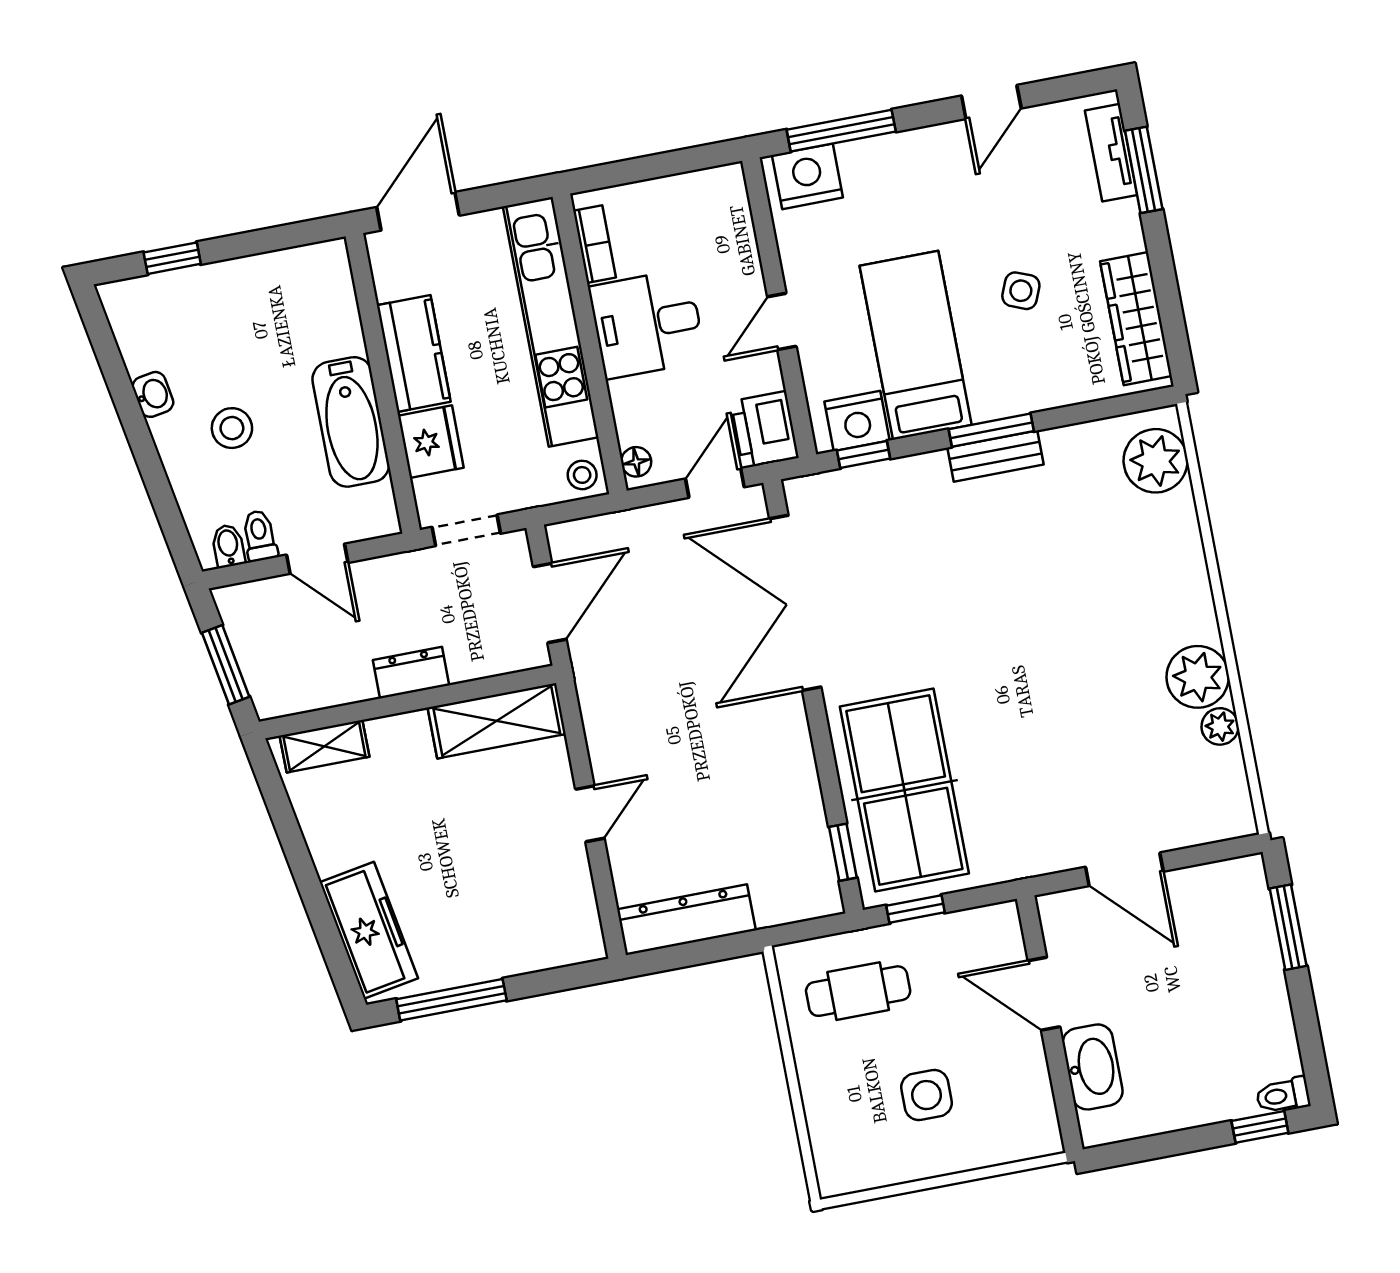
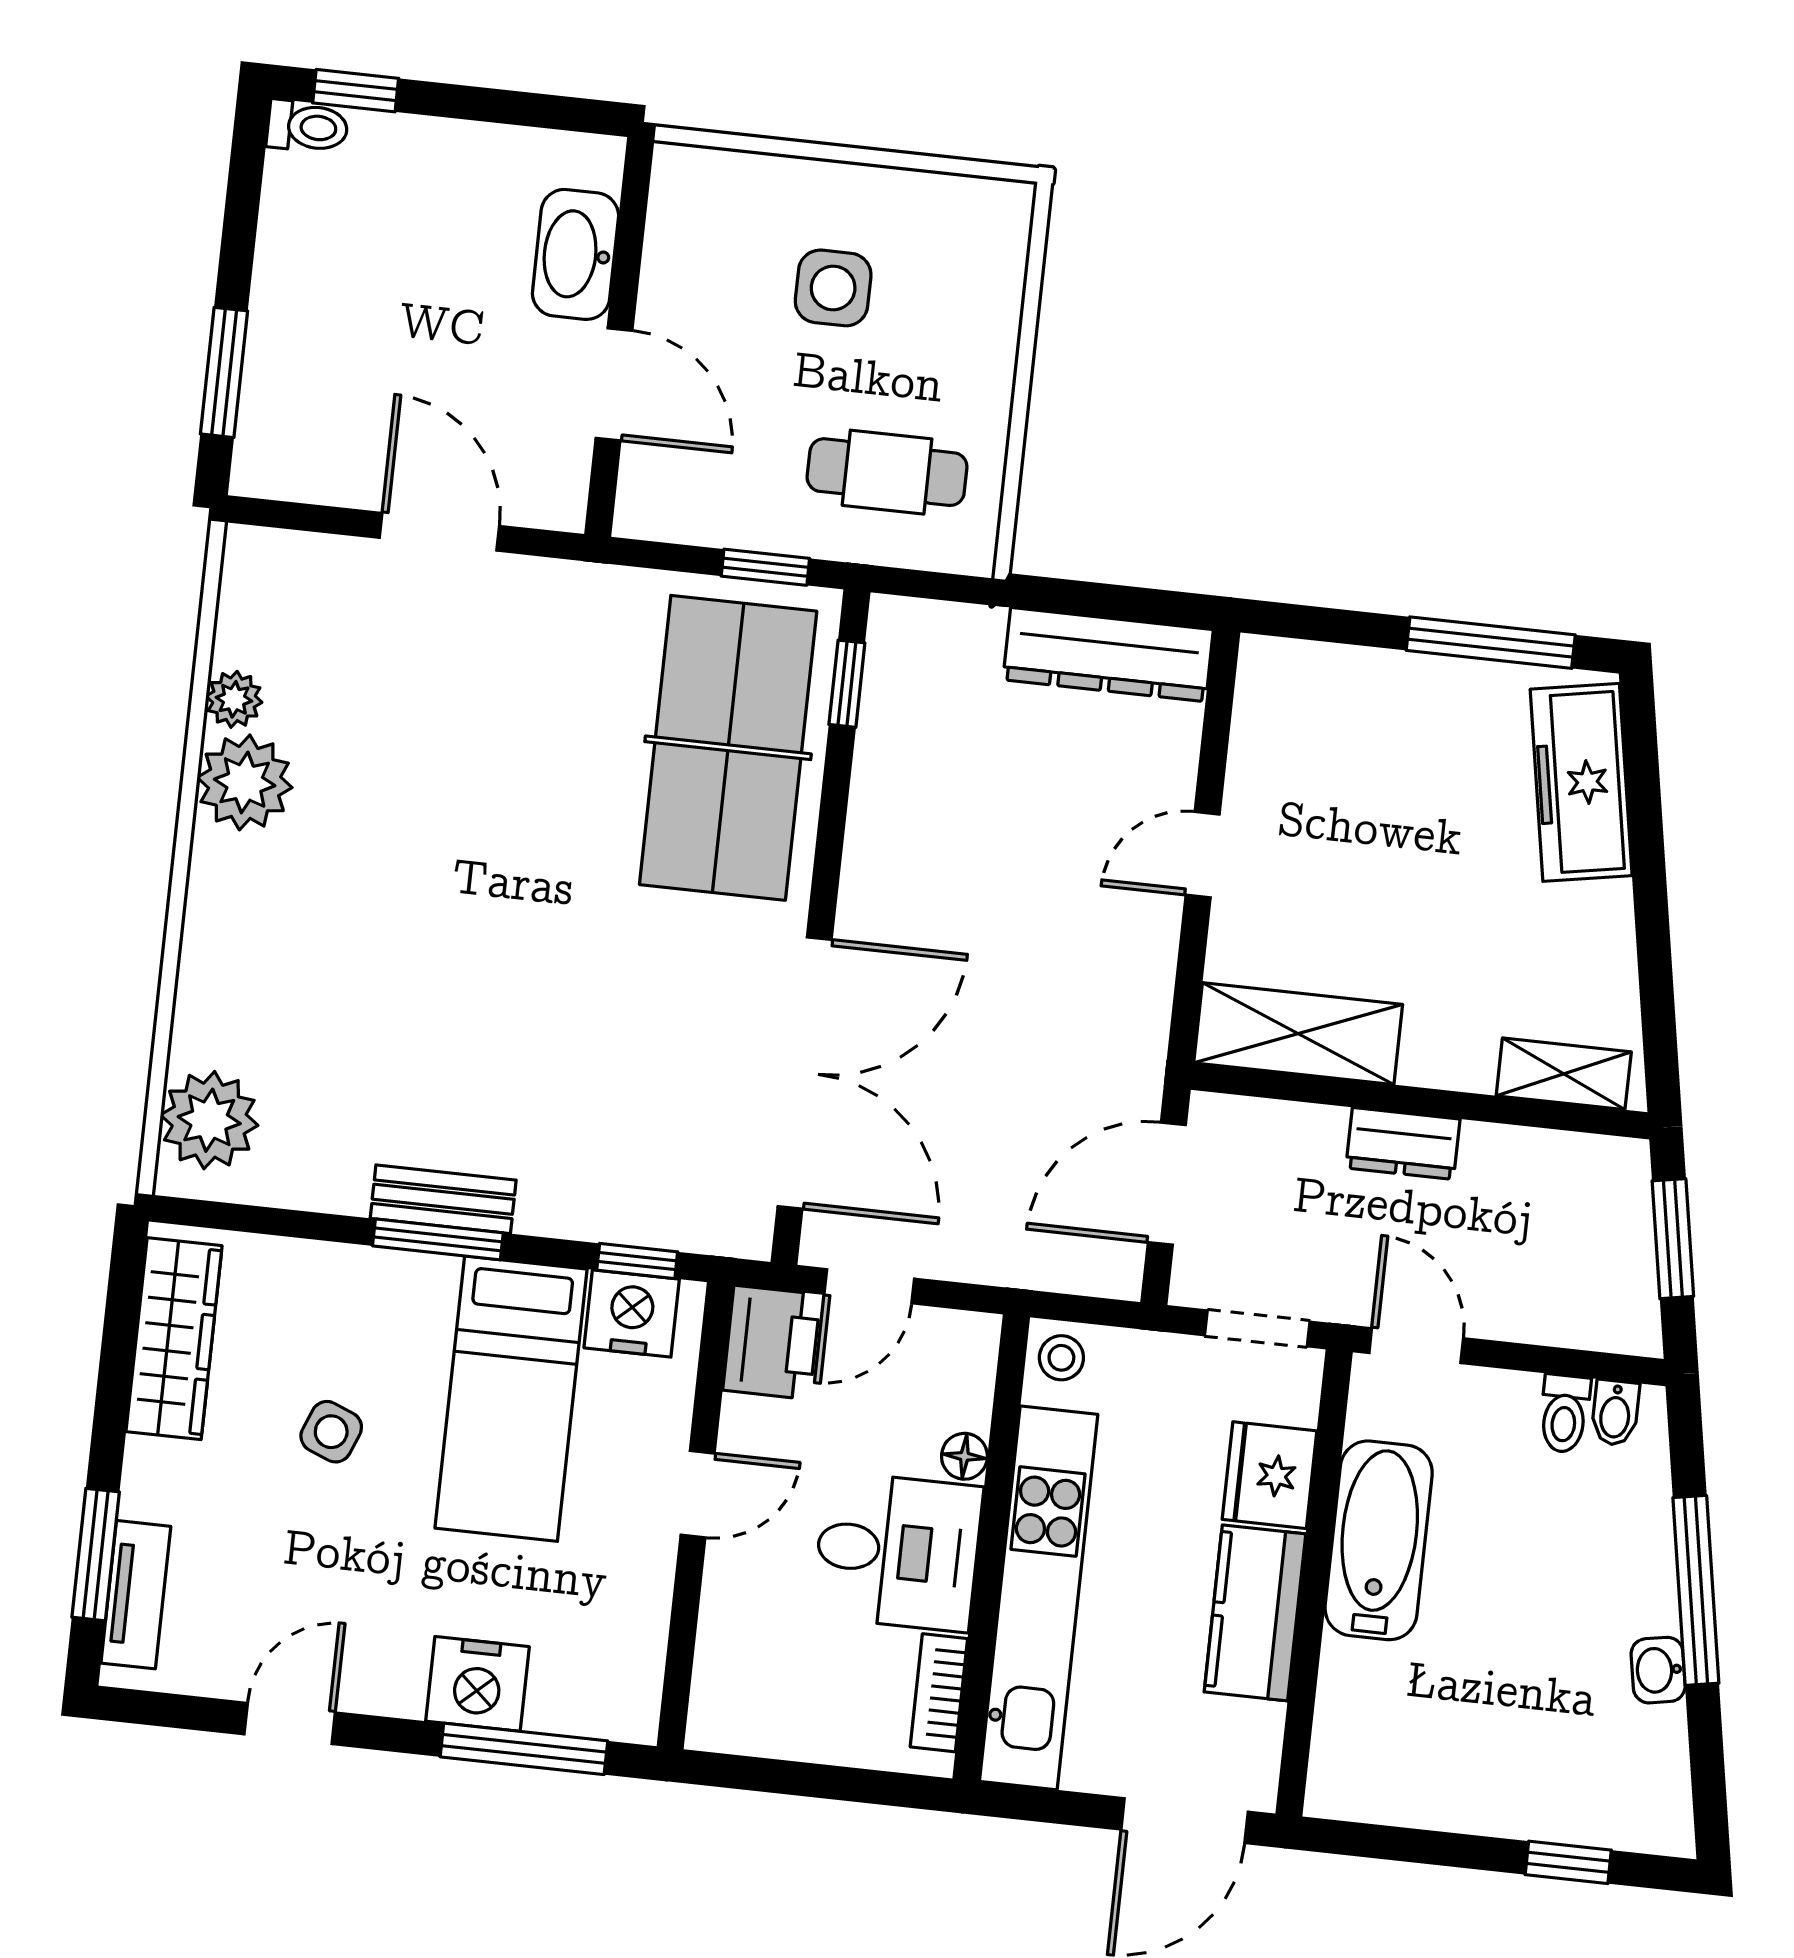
nightstand: (807, 176) -> (477, 1684), moved
stool: (232, 428) -> (1557, 1585), removed
window: (145, 451) -> (1696, 1590), added
floor lamp: (636, 462) -> (964, 1456), moved
door: (317, 559) -> (1416, 1346), moved

